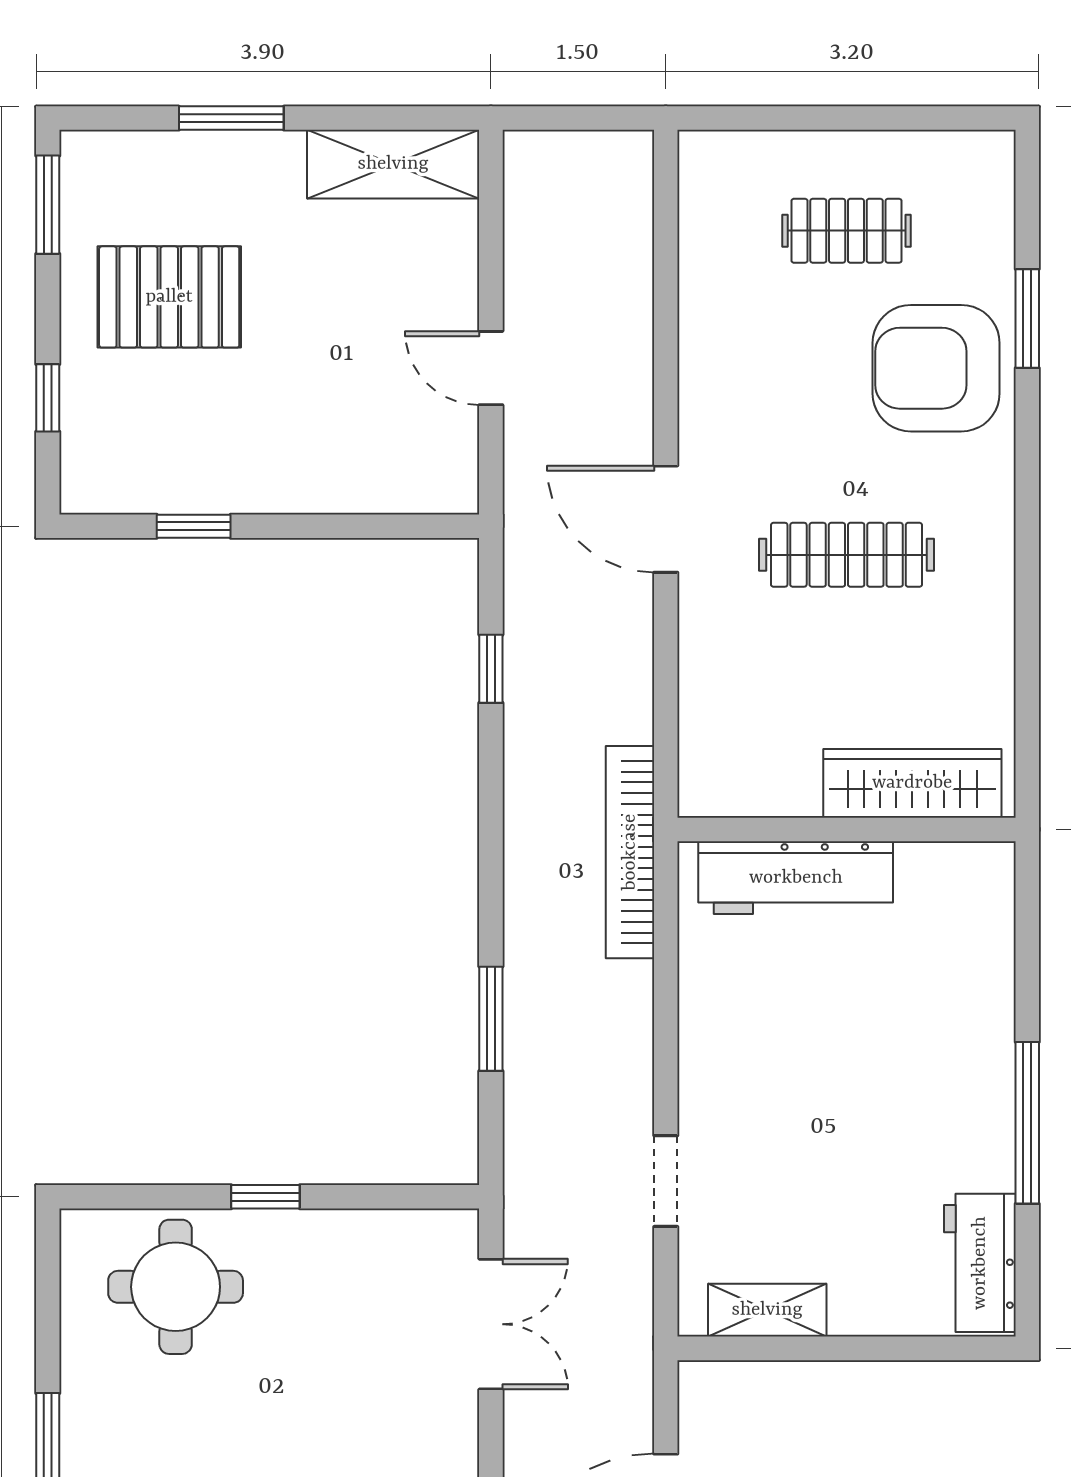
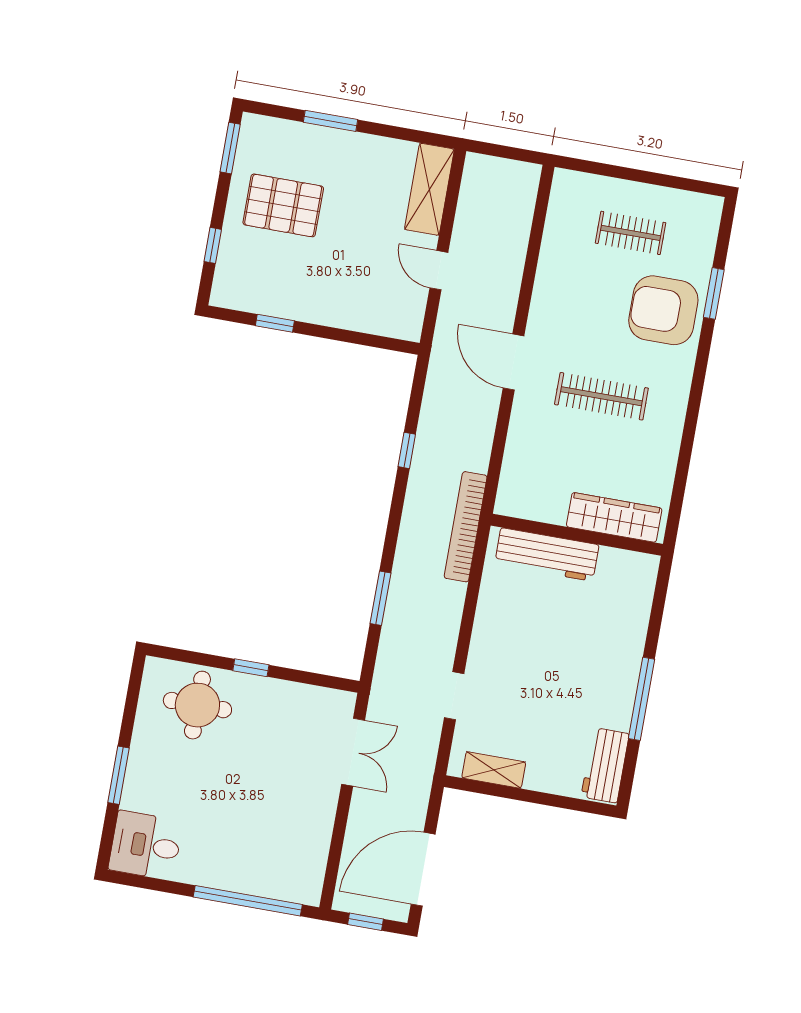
shelving: (393, 164) -> (429, 189), moved, turned 90
window: (491, 669) -> (407, 450), moved

